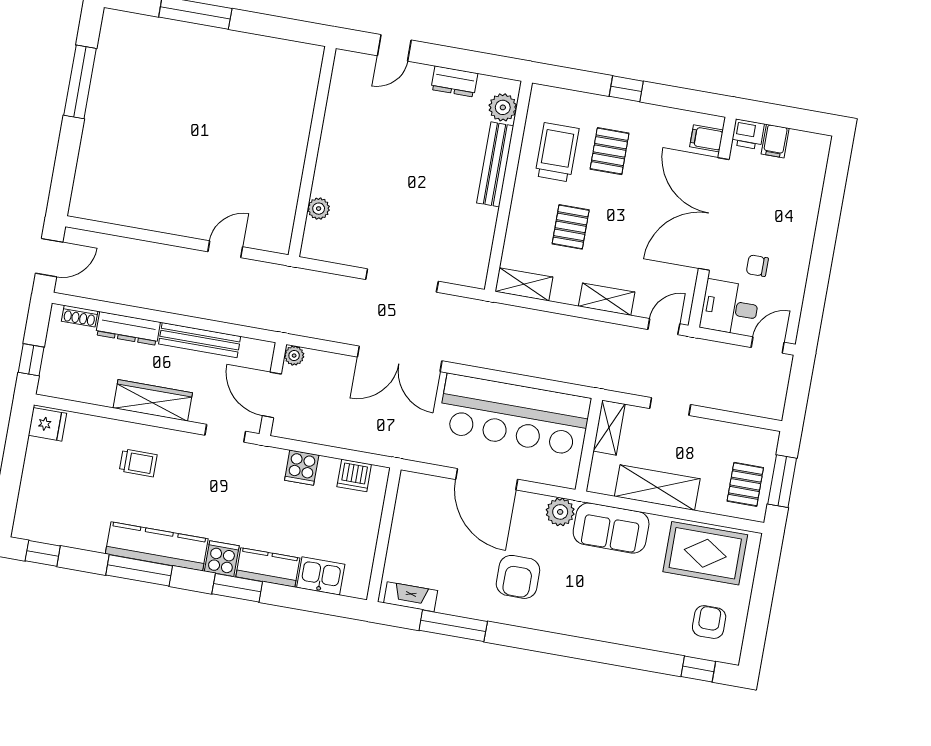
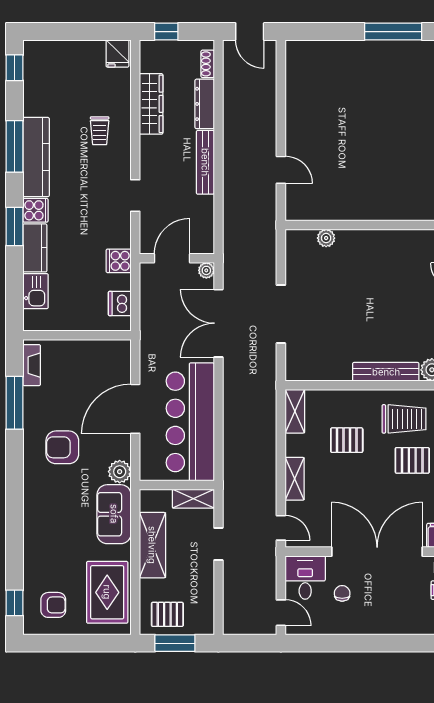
plant: (294, 356) -> (206, 270), moved
wall: (273, 389) -> (177, 258), moved
door: (272, 395) -> (172, 258), moved
wardrobe: (153, 400) -> (151, 104), moved

